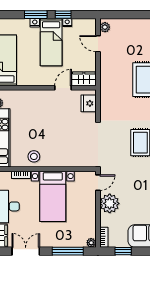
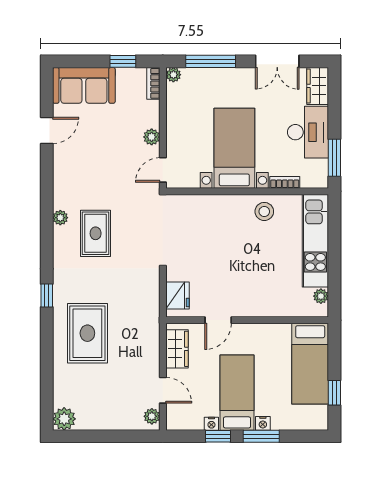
wardrobe: (84, 79) -> (177, 349), moved, turned -90
plant: (110, 203) -> (152, 137), width x0.53, depth x0.53

